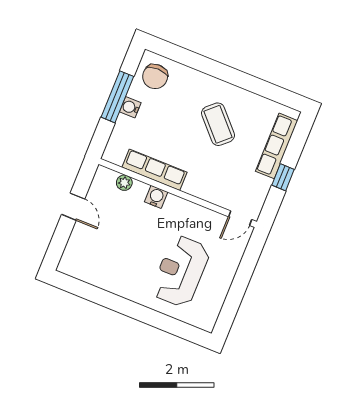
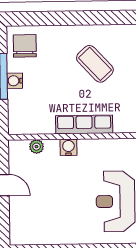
chair: (155, 77) -> (25, 46), turned 180
row of seats: (154, 170) -> (84, 124), moved

